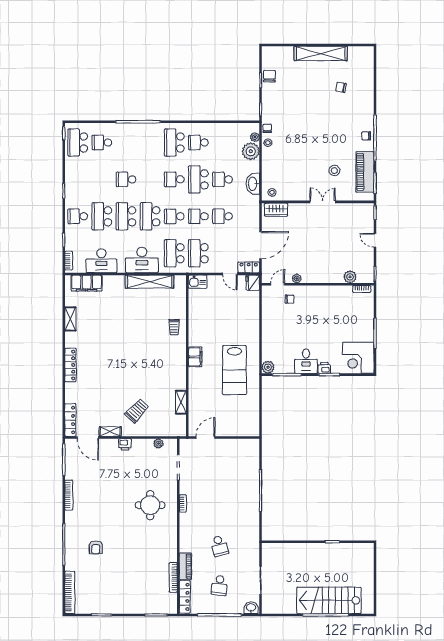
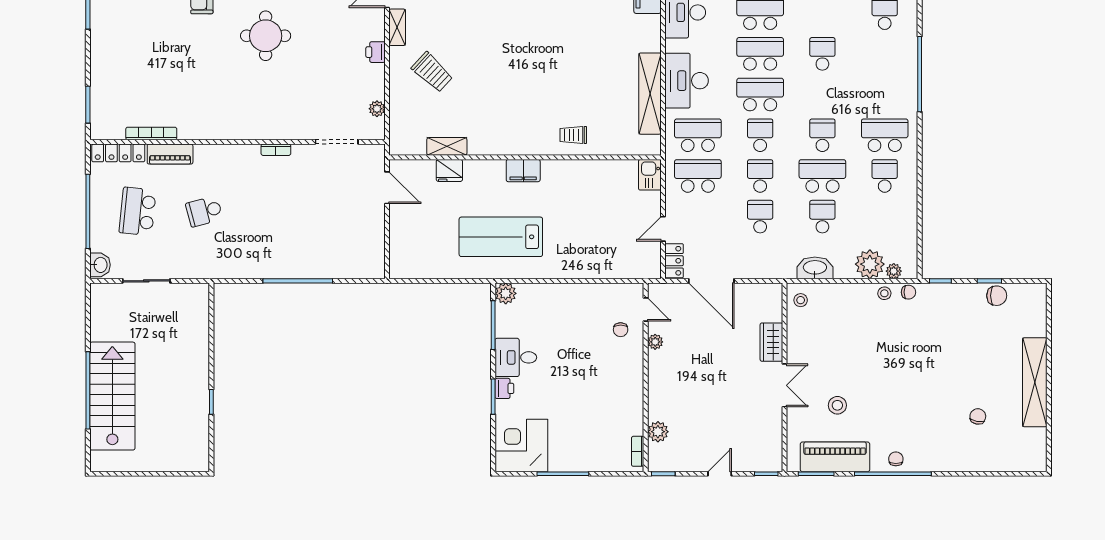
wardrobe: (276, 210) -> (771, 342), moved
fridge: (253, 283) -> (449, 170), moved, turned 180
round table: (150, 505) -> (266, 36), moved
school desk: (219, 585) -> (138, 211), width x1.85

